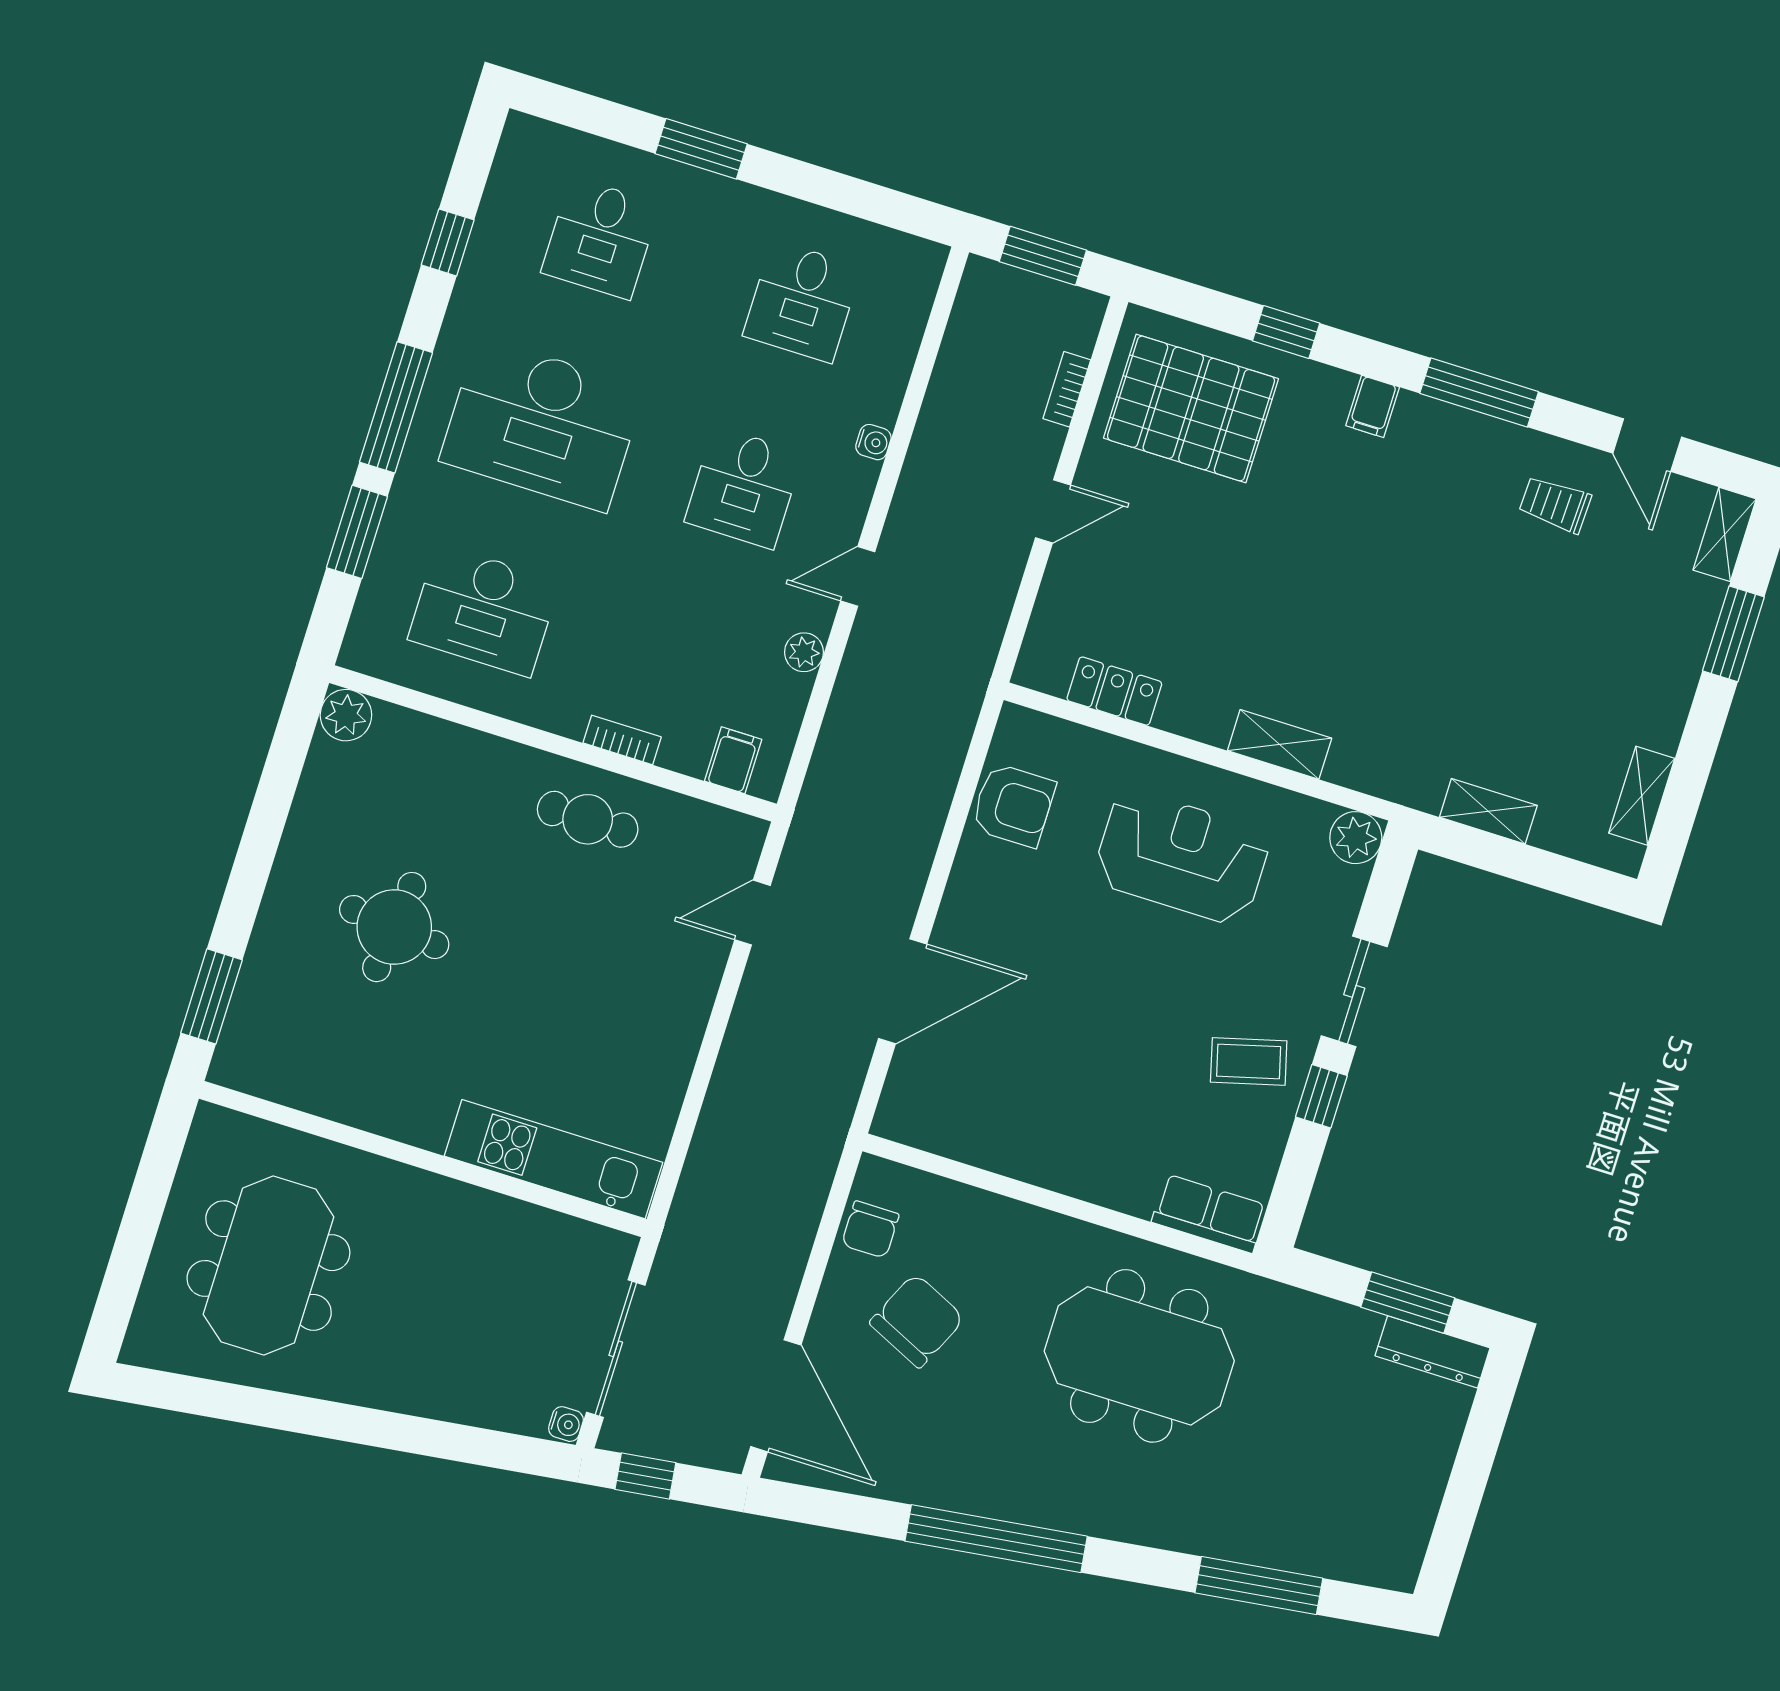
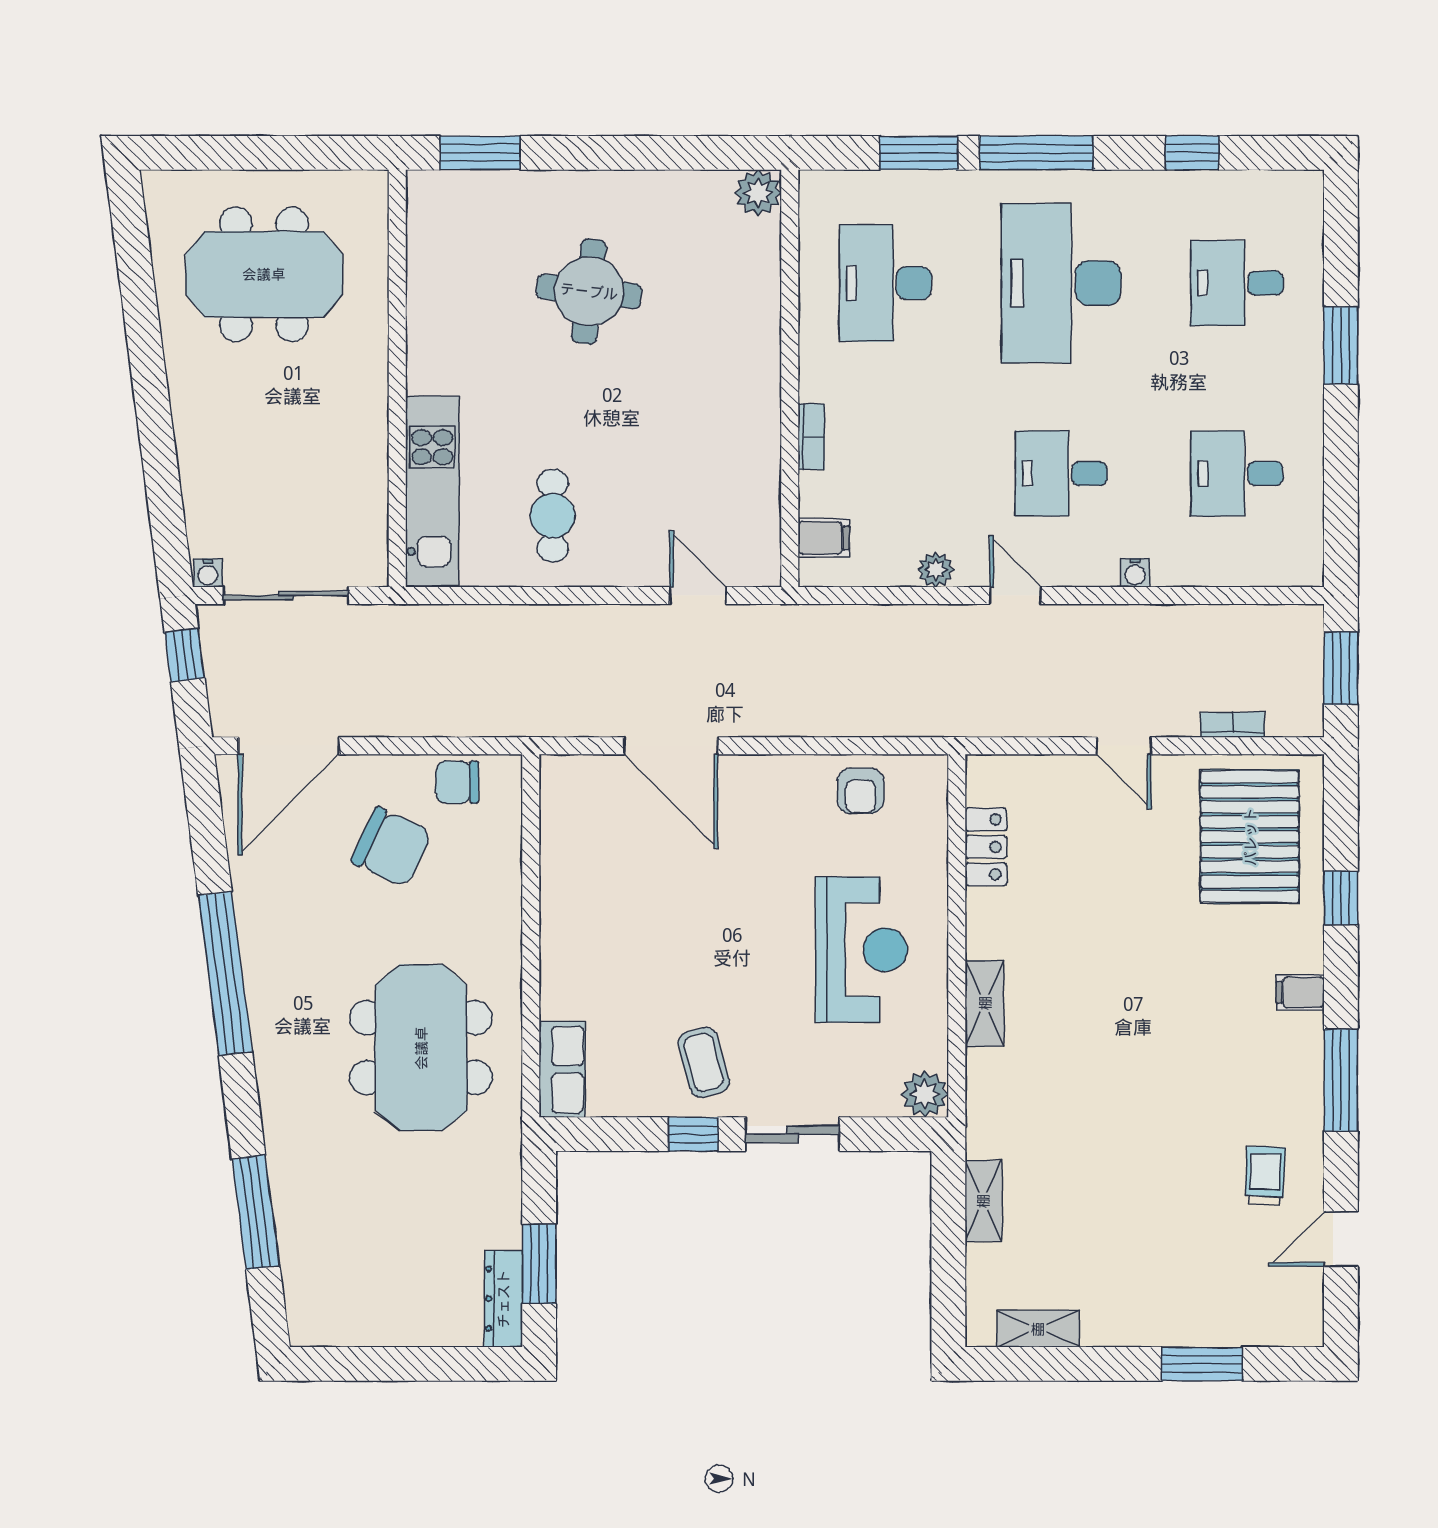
shelving: (1725, 534) -> (1285, 1330), removed
armchair: (1013, 805) -> (861, 791), width x0.72, depth x0.72
cafe table: (588, 819) -> (553, 516), moved

